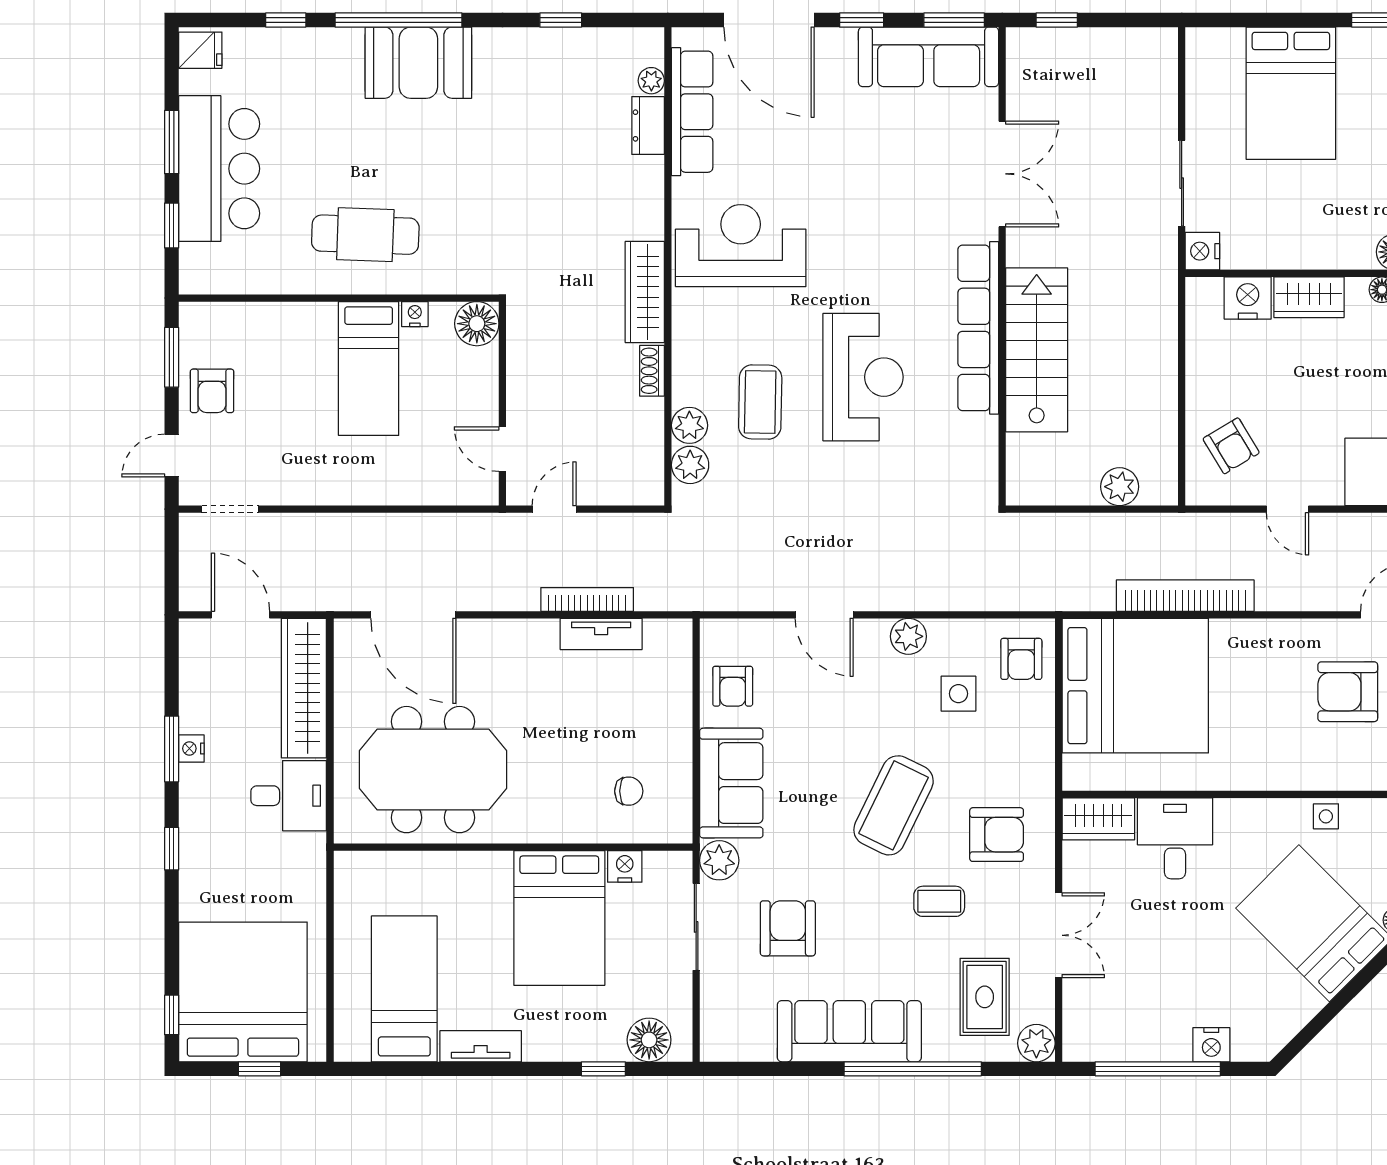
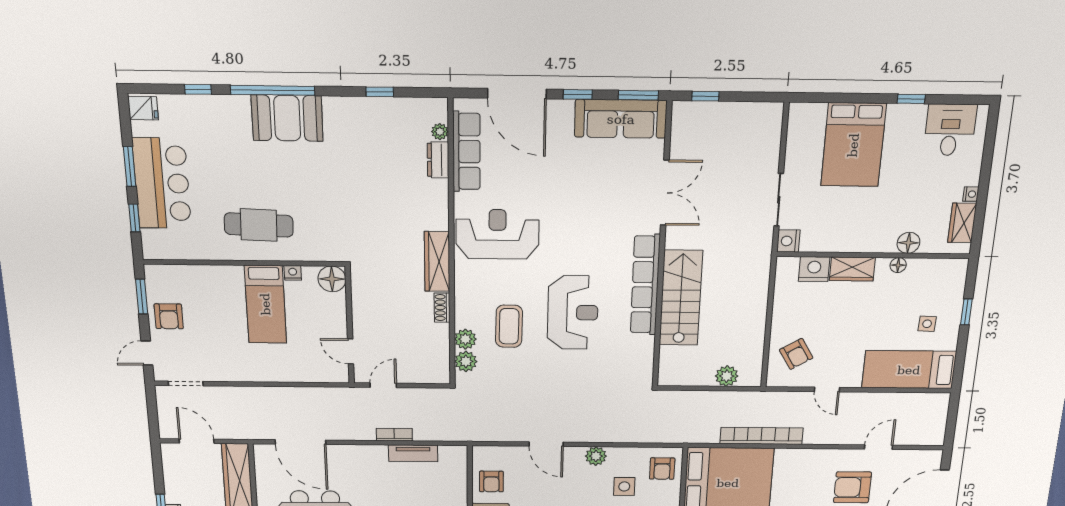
bookcase: (587, 599) -> (394, 435), width x0.64

